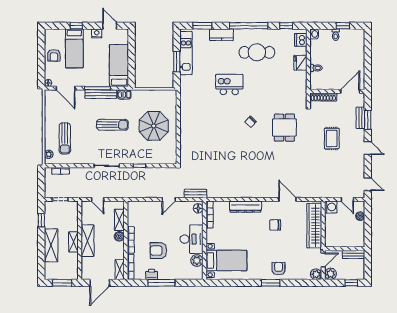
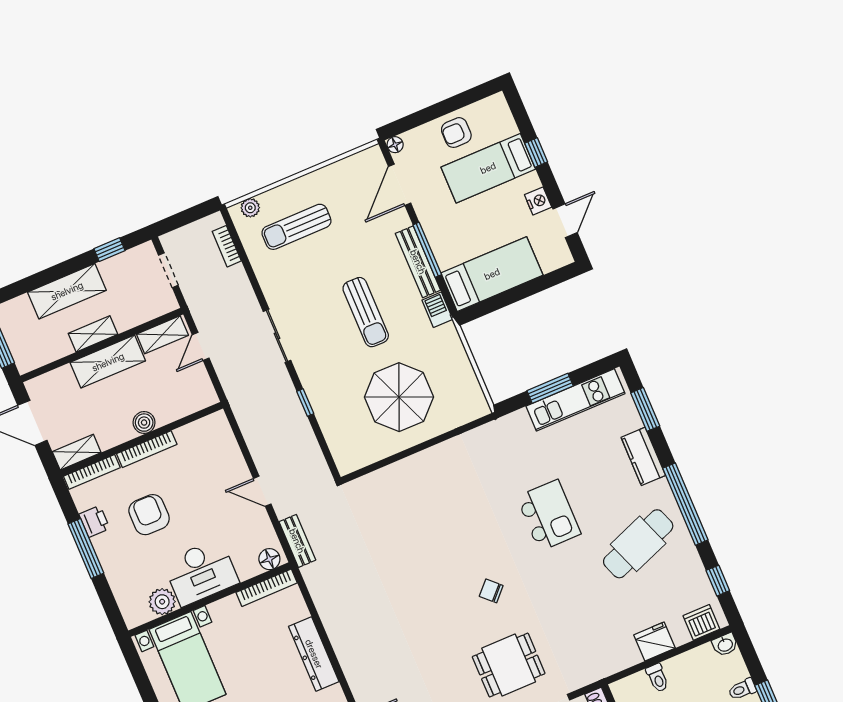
cafe table: (257, 52) -> (638, 544), turned 69
shelving: (119, 220) -> (162, 335), moved

